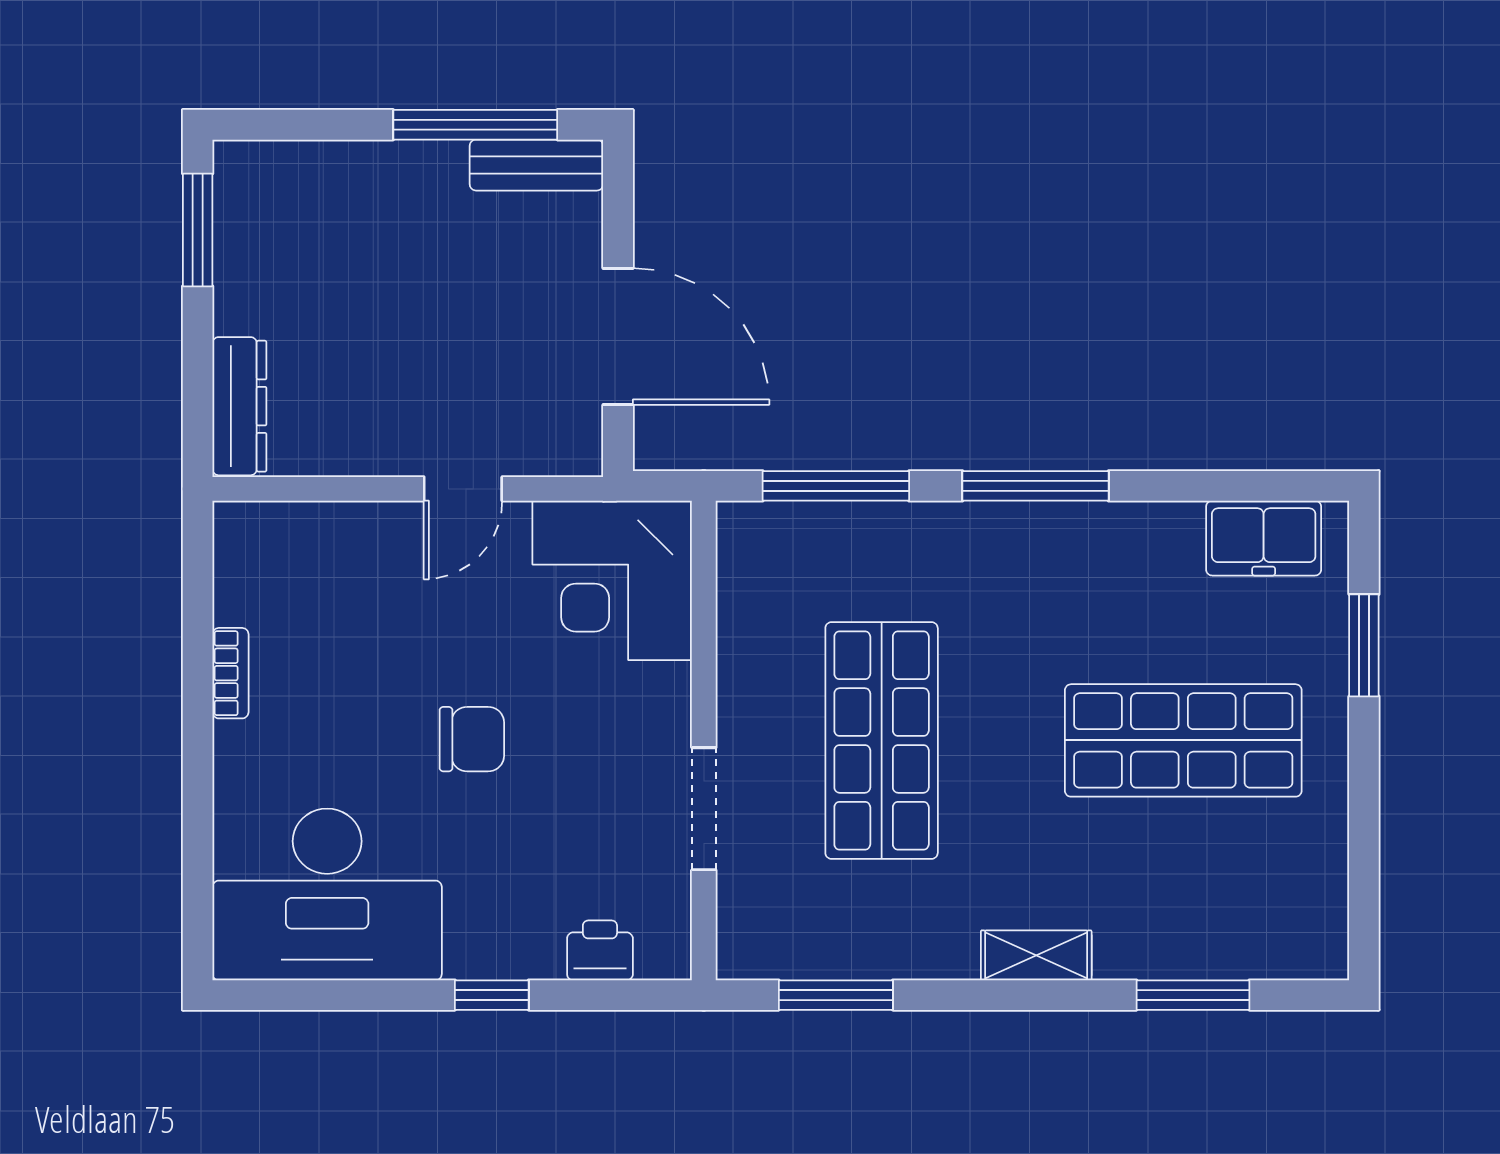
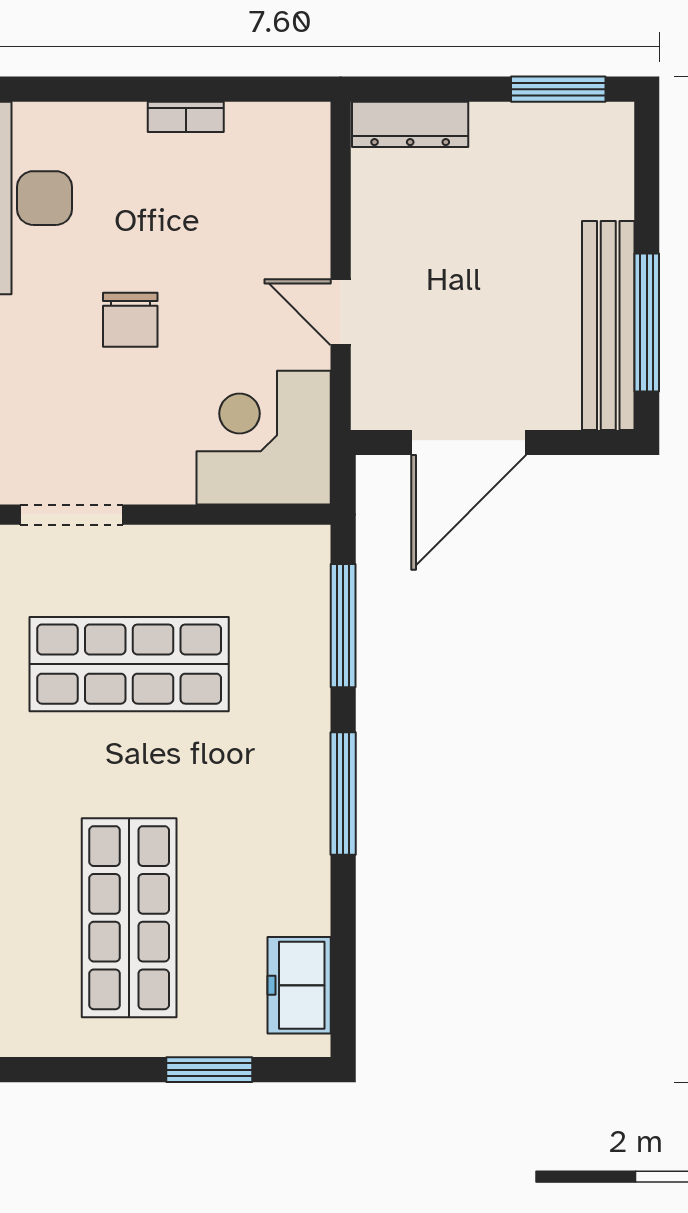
bench: (536, 165) -> (608, 326), width x1.86, depth x1.21

